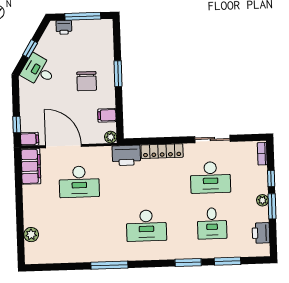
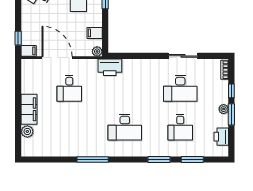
locker: (162, 151) -> (140, 65), removed
filing cabinet: (31, 166) -> (29, 109), moved
desk: (79, 182) -> (69, 88), width x0.73

